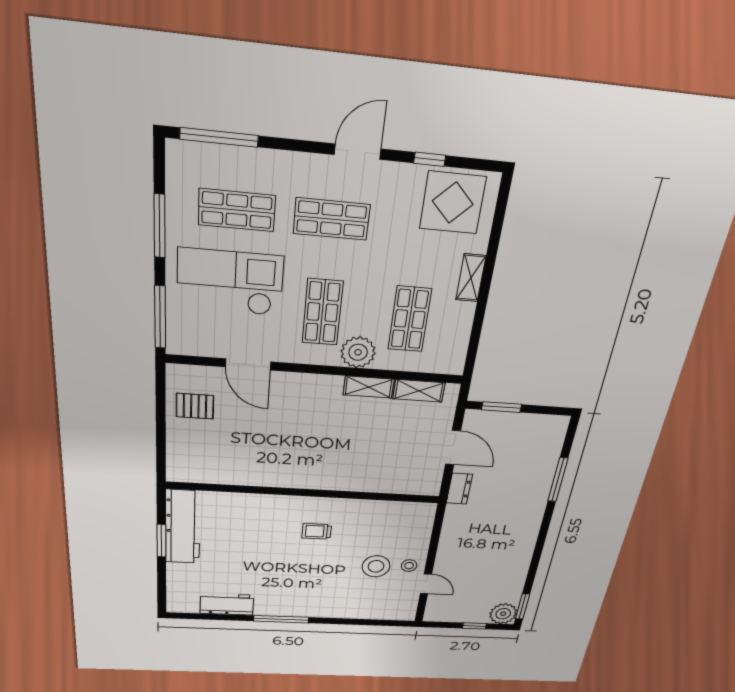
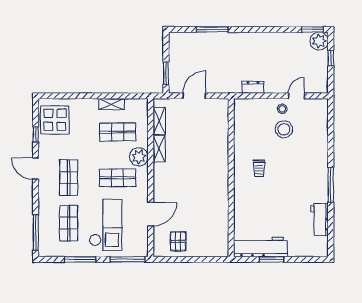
shelving: (471, 278) -> (111, 104), moved
checkout: (230, 282) -> (105, 225), turned 180
dresser: (459, 489) -> (253, 87), moved

